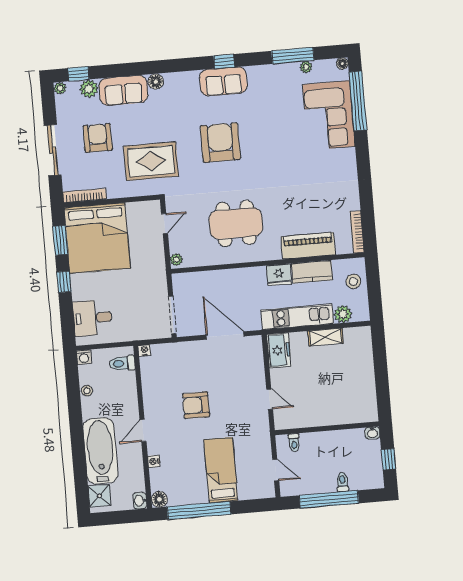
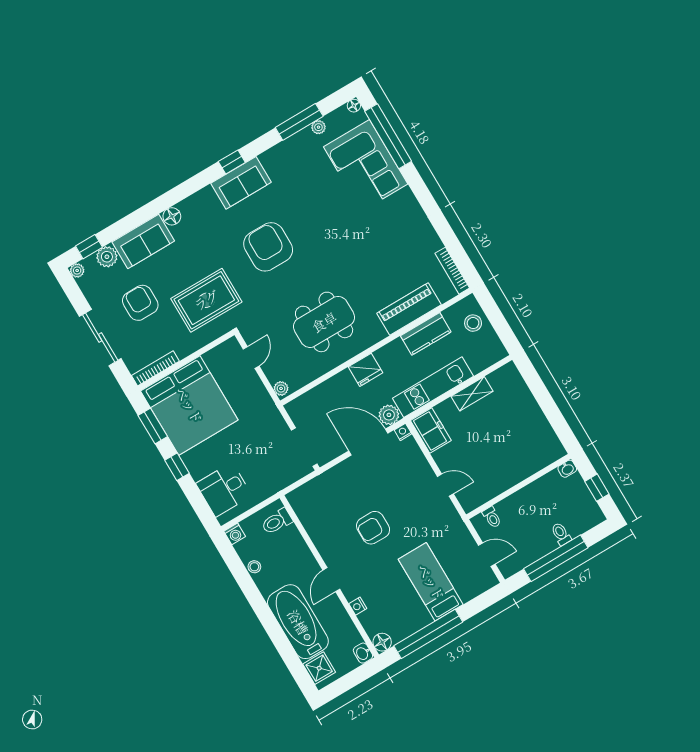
fridge: (279, 275) -> (365, 370), moved
plant: (343, 314) -> (389, 415), moved
nightstand: (144, 350) -> (403, 432), moved

